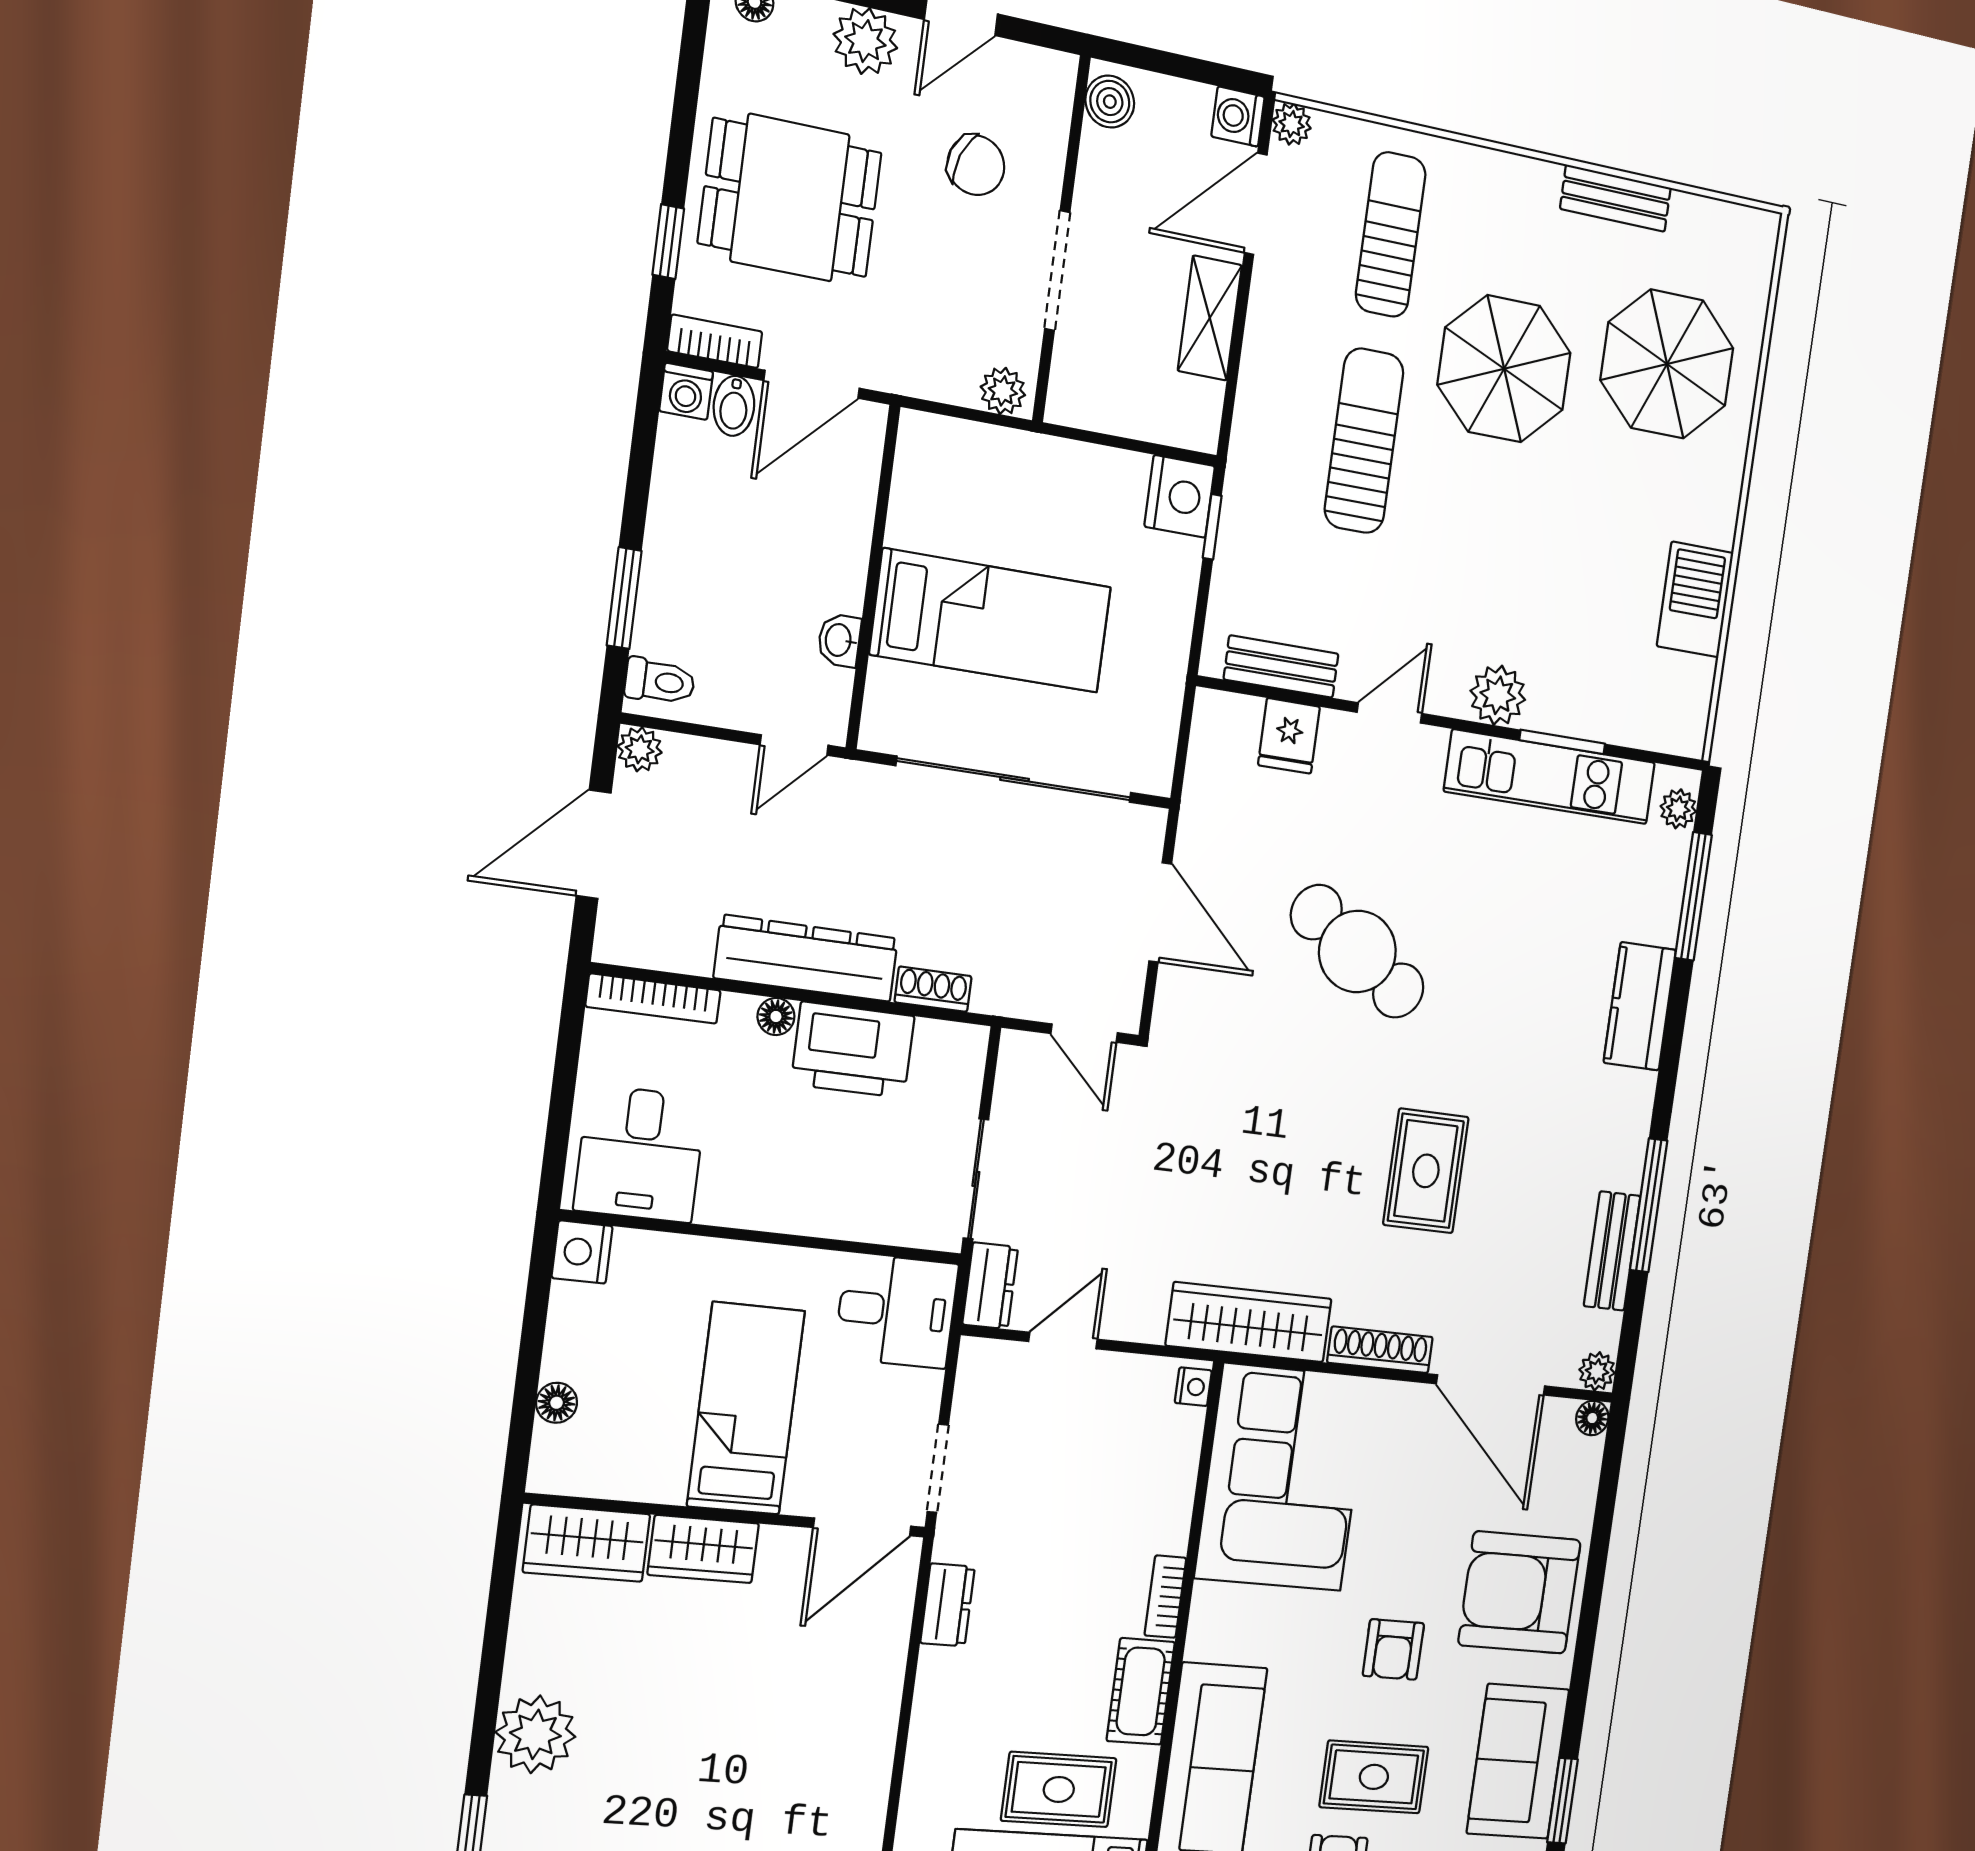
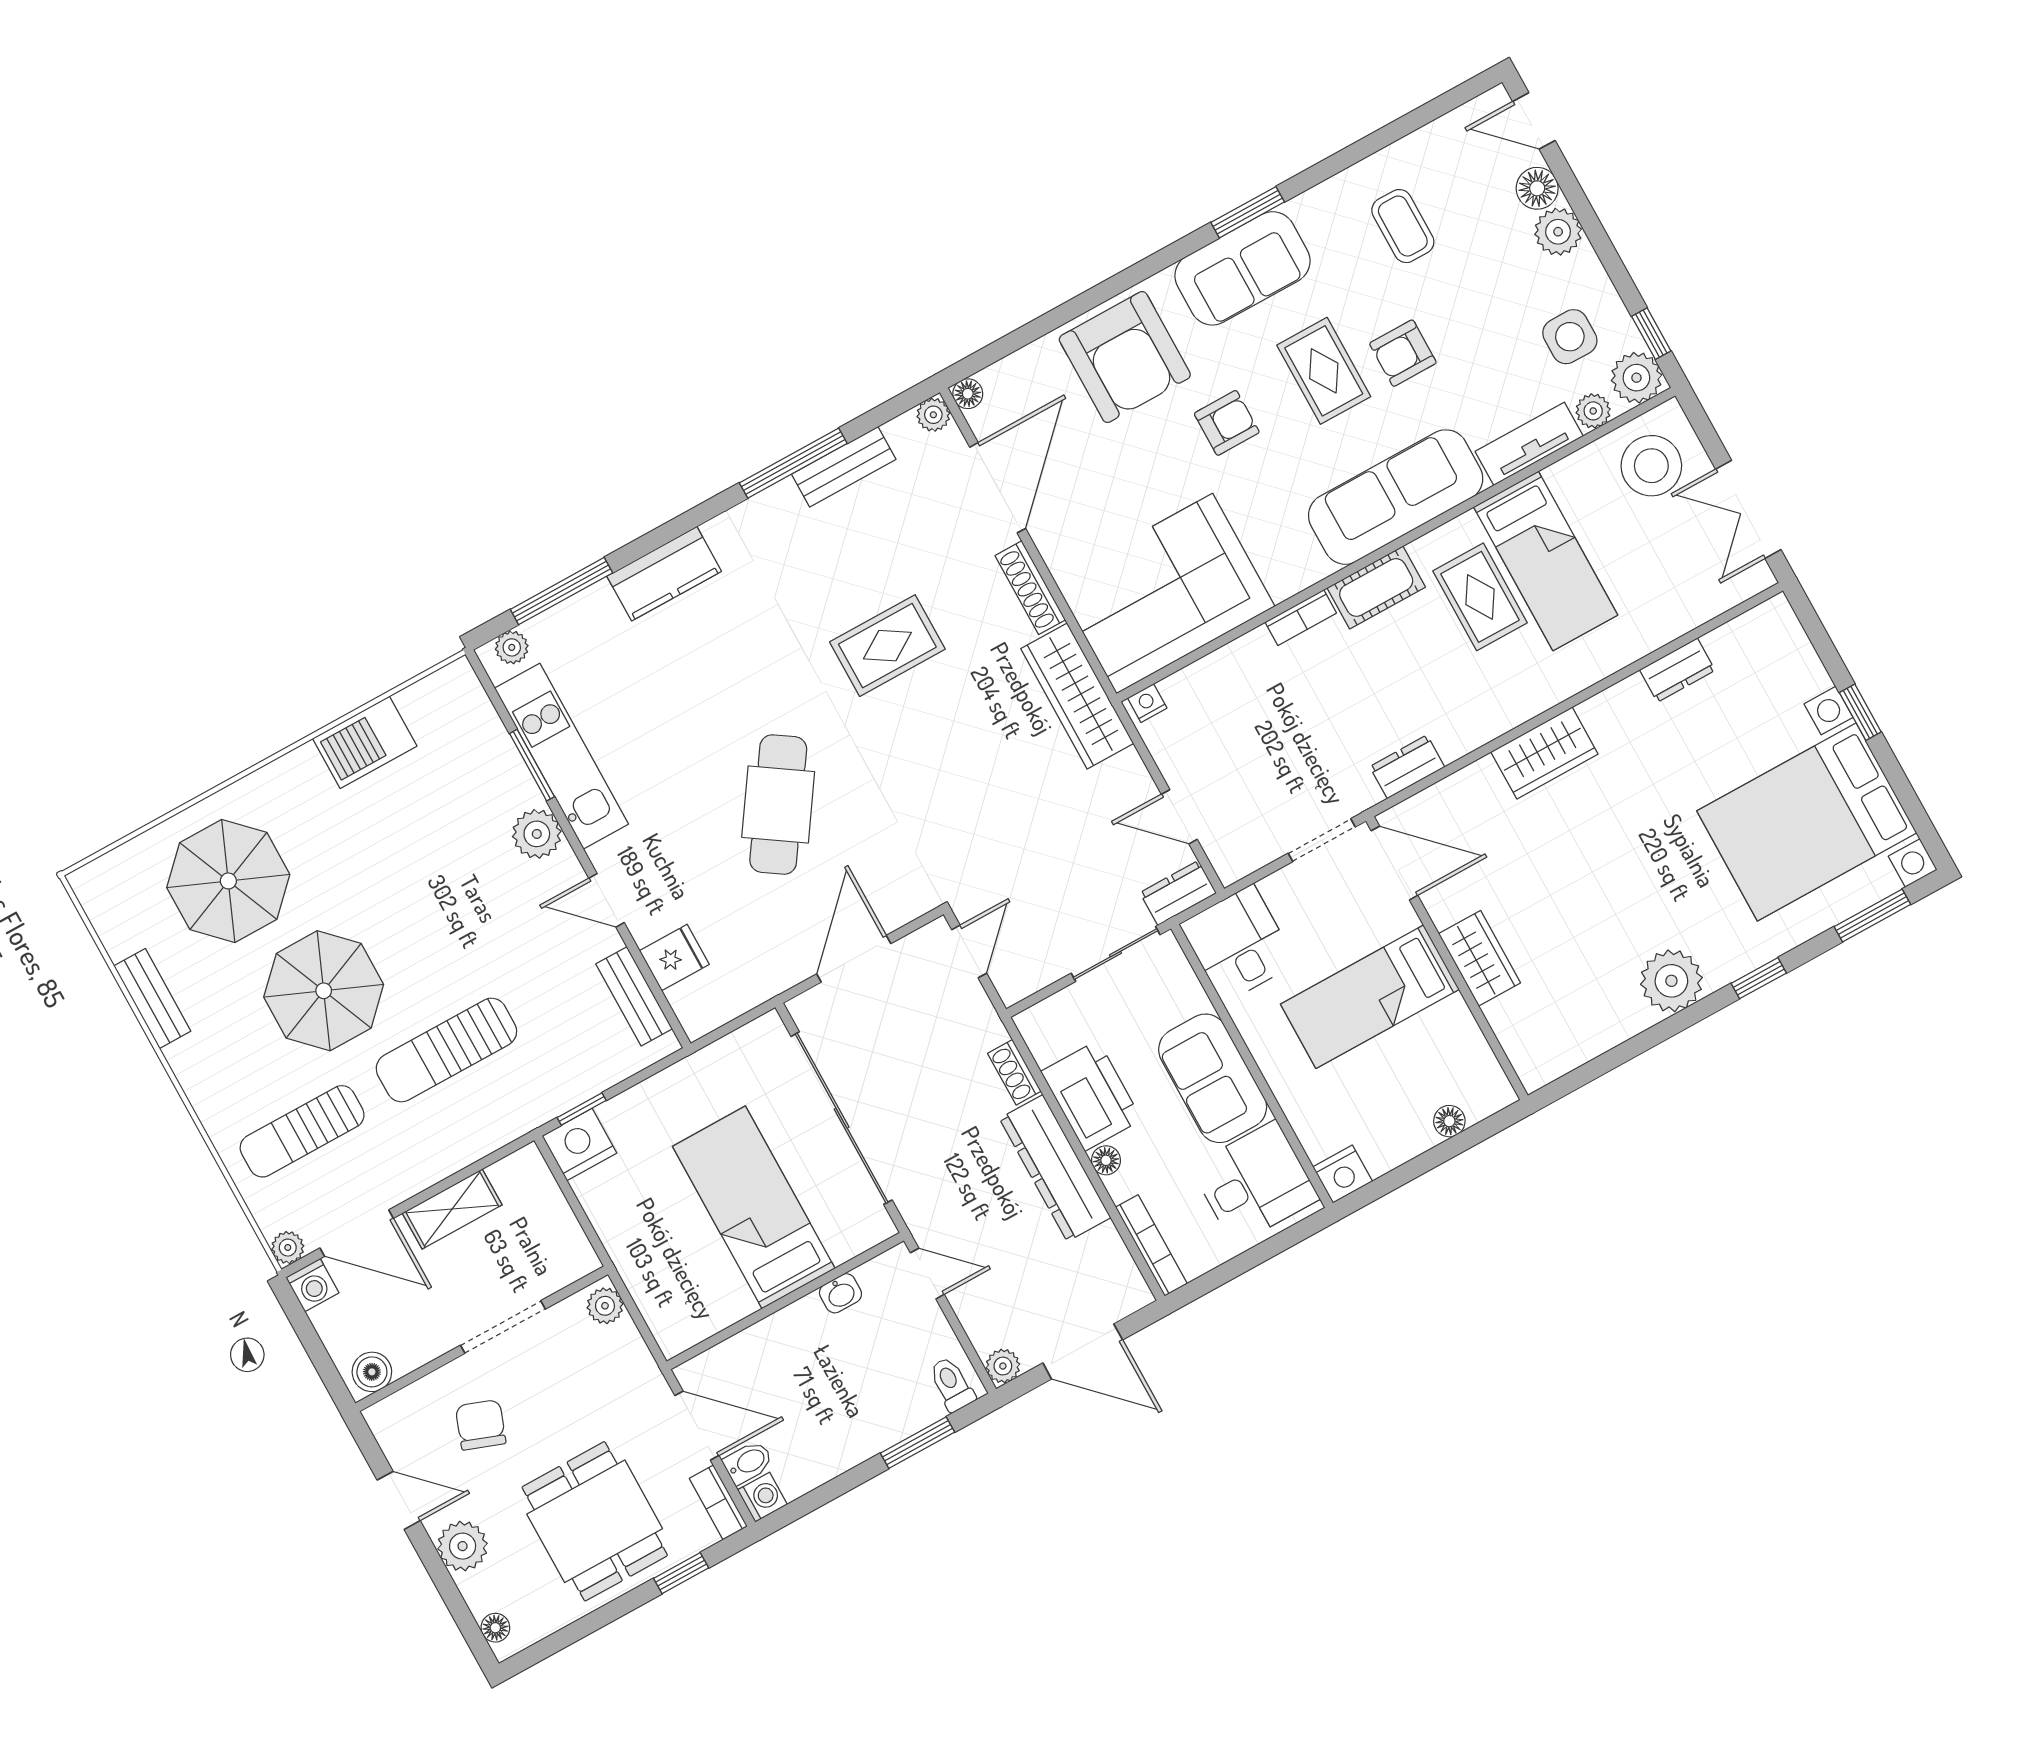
sofa: (780, 1187) -> (1213, 1078), added
wardrobe: (587, 1543) -> (1544, 753), moved, turned 90

